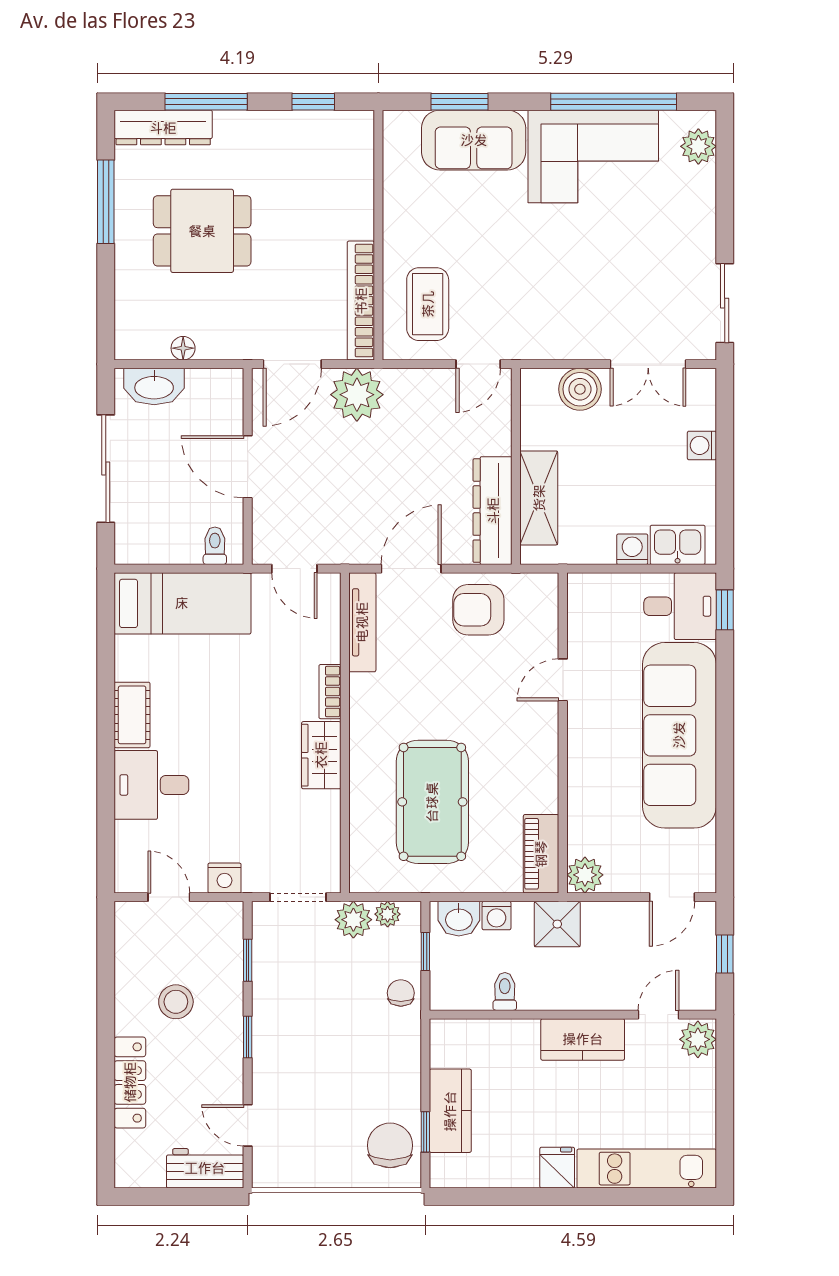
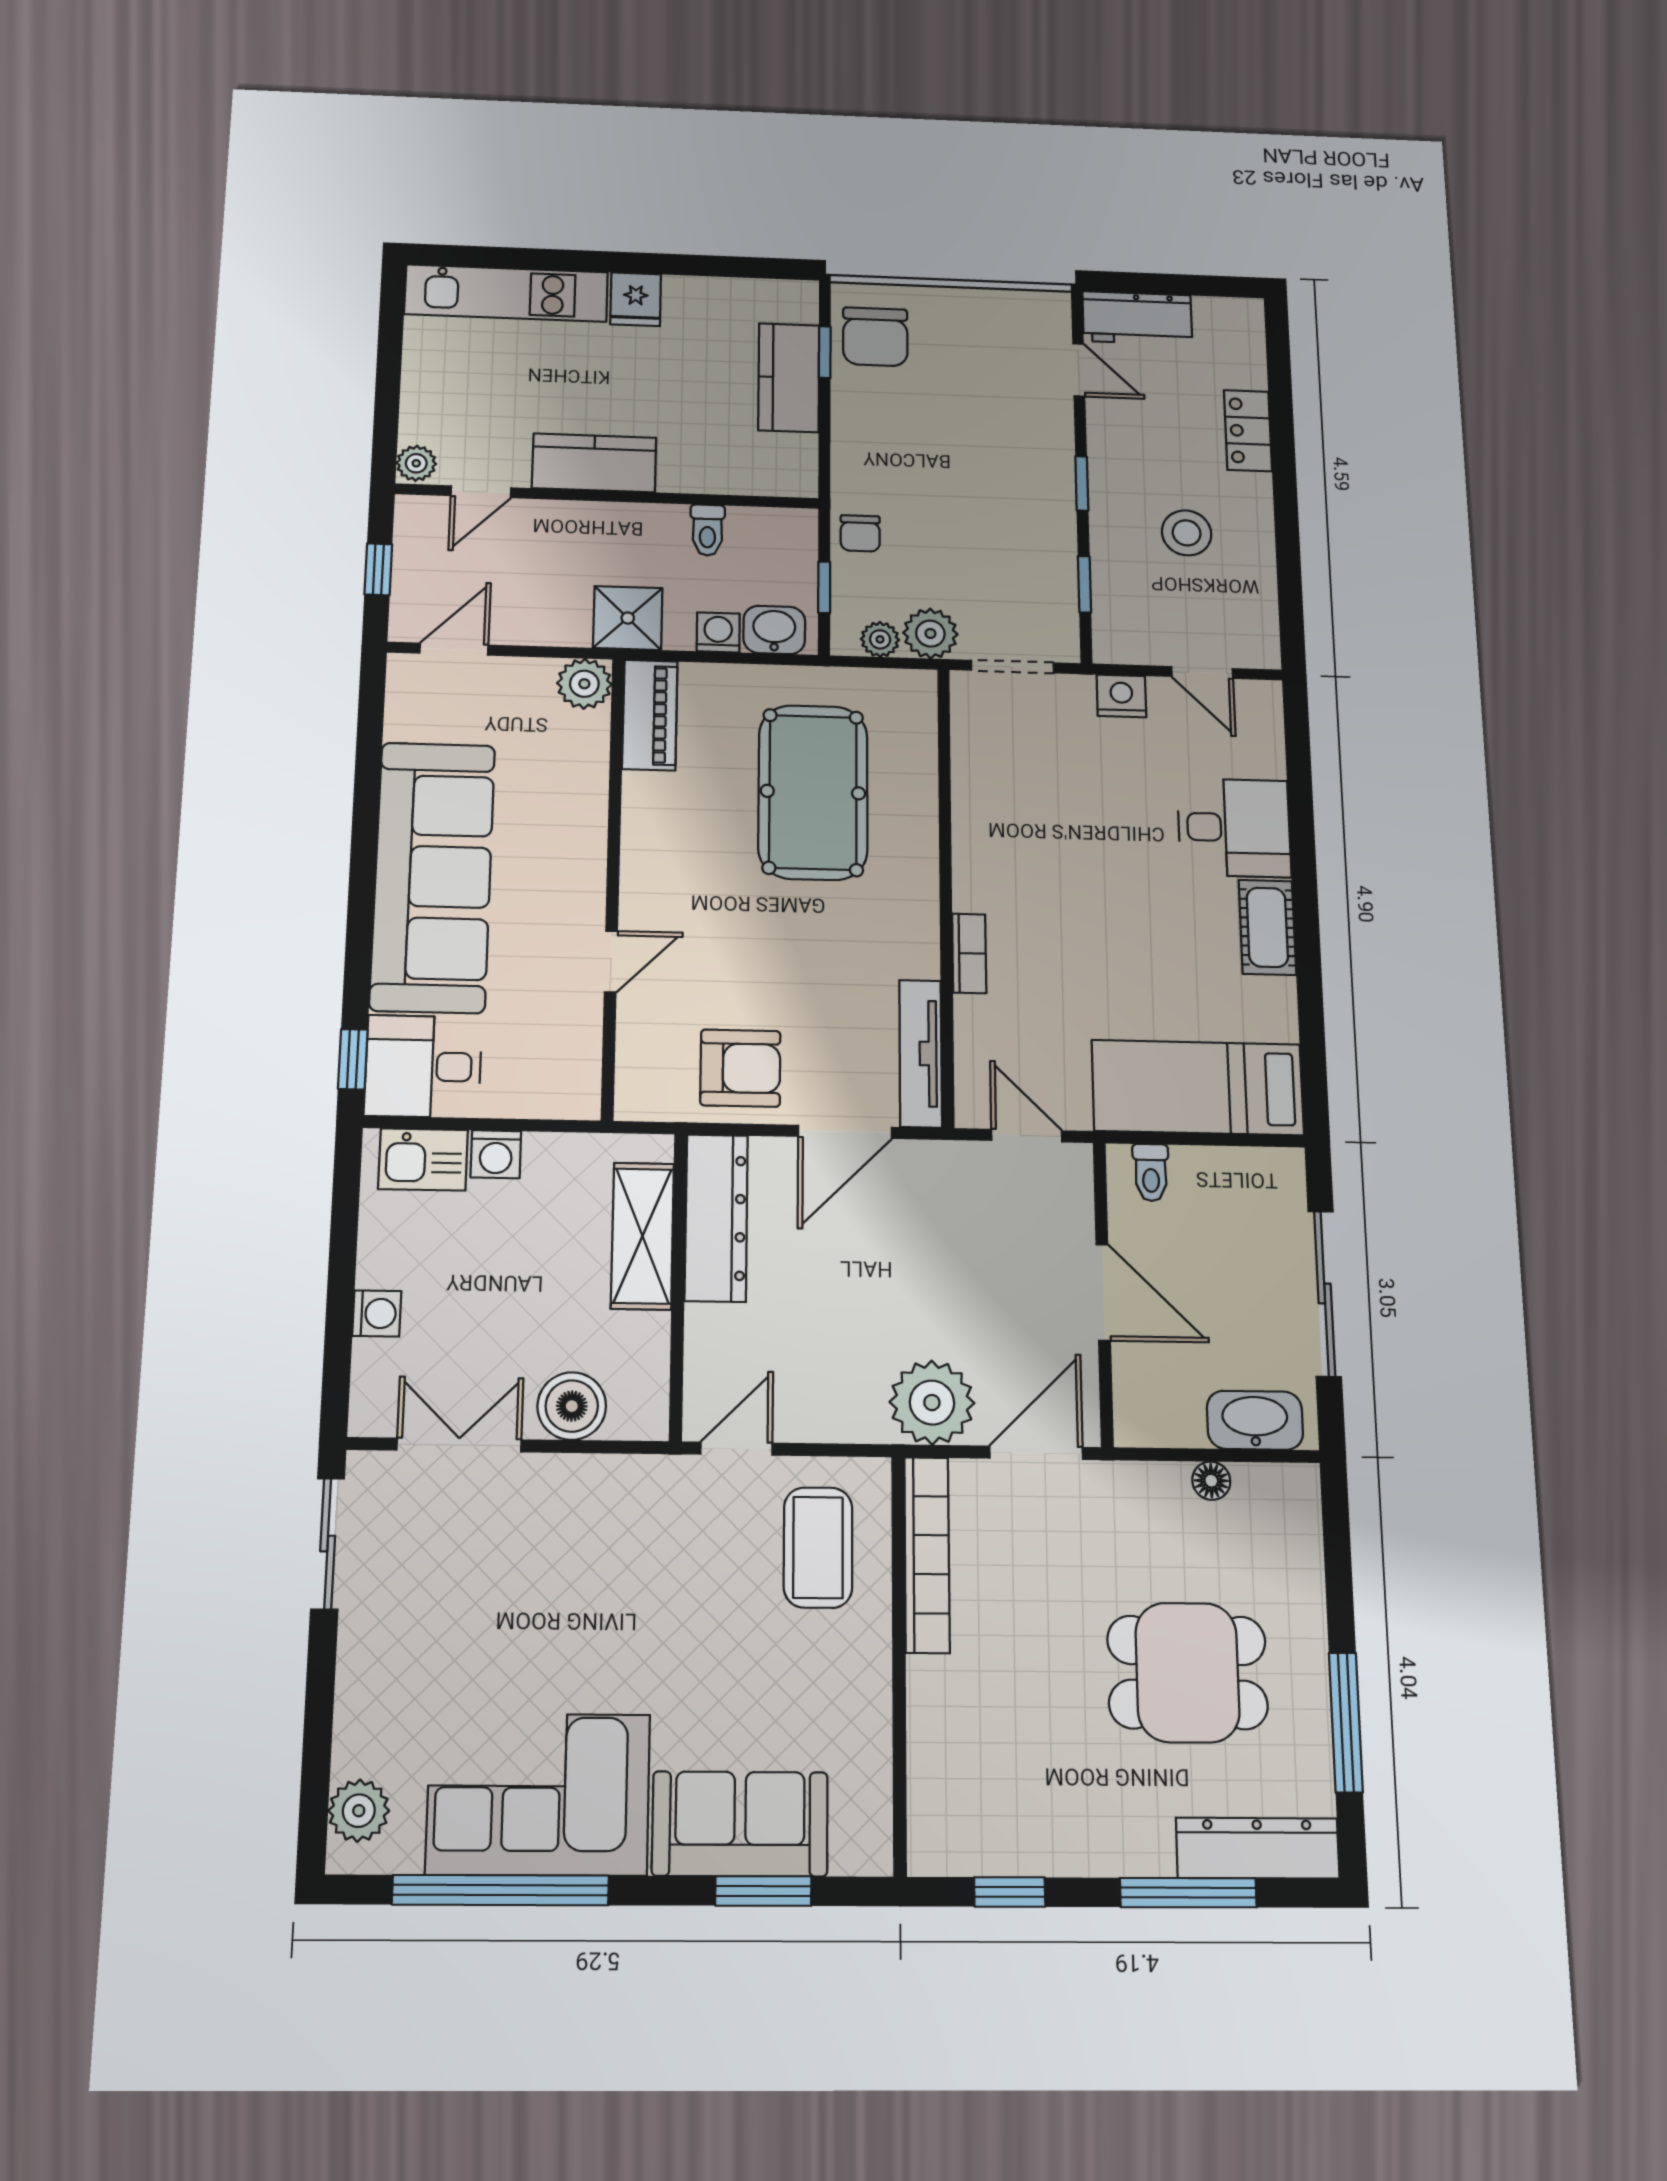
wardrobe: (321, 755) -> (981, 863), removed
plant: (698, 1039) -> (416, 463), width x0.73, depth x0.73
locker: (130, 1082) -> (1248, 431), width x0.66

